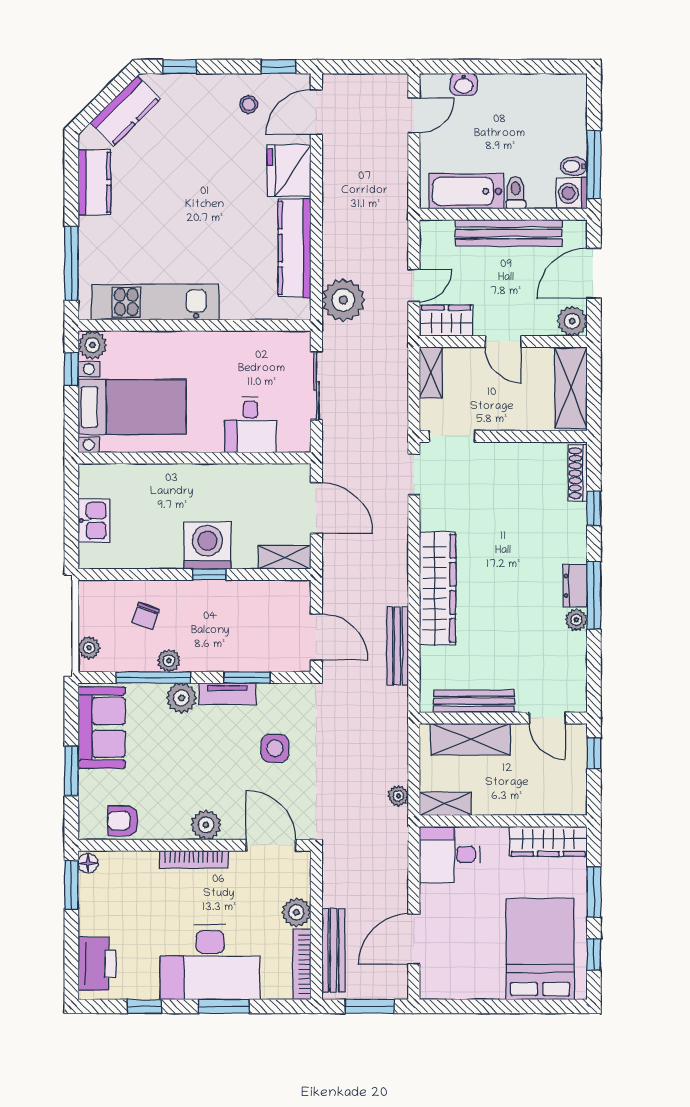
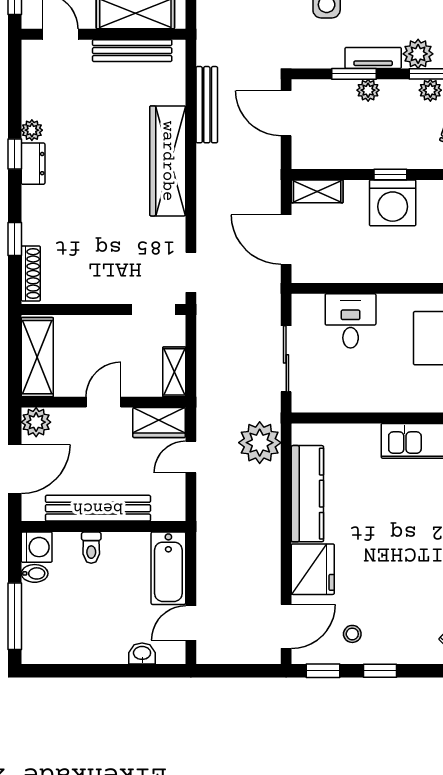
window: (180, 67) -> (380, 671), moved
window: (594, 164) -> (15, 616), moved
bathtub: (466, 191) -> (168, 568), moved, turned 90
door: (503, 342) -> (104, 402), hinge flipped
window: (594, 595) -> (15, 154), width x0.46
plant: (233, 661) -> (368, 90), added

